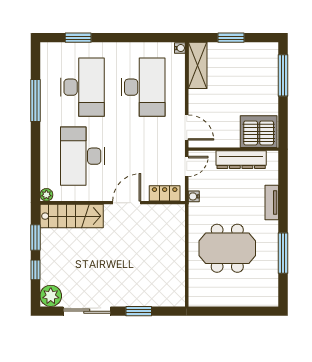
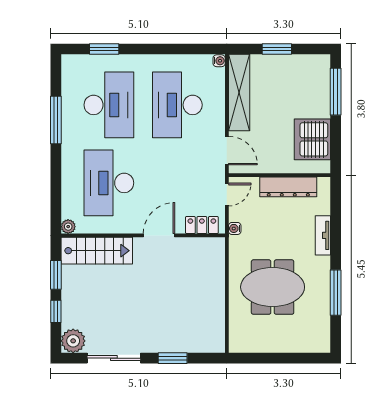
shelving: (198, 65) -> (239, 93), width x1.47
desk: (143, 87) -> (177, 105), turned 180
server rack: (259, 132) -> (312, 139), moved, turned -90

